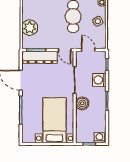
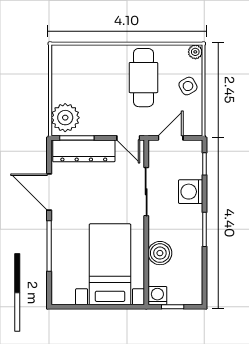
plant: (30, 28) -> (65, 118), moved
door: (88, 50) -> (171, 138), hinge flipped
boiler: (82, 103) -> (160, 253), moved
washing machine: (99, 138) -> (157, 296), moved

